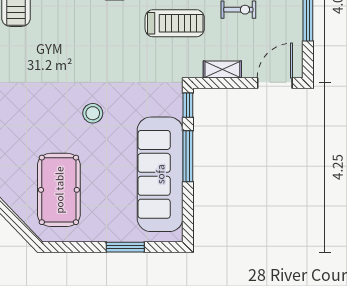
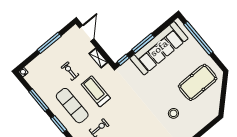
door: (275, 83) -> (87, 33), swing flipped
stool: (93, 113) -> (173, 113), moved
window: (125, 247) -> (198, 38), width x2.11

